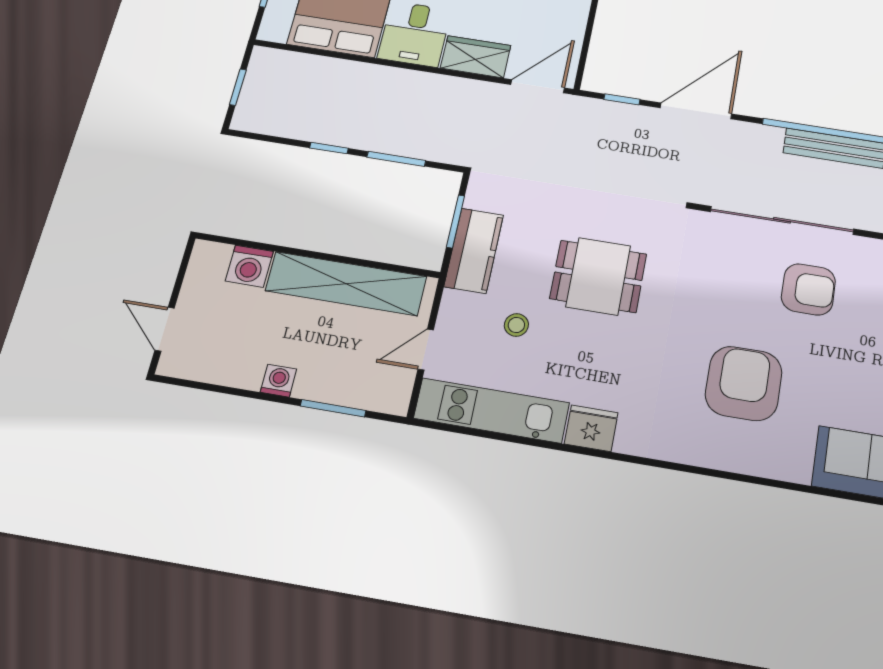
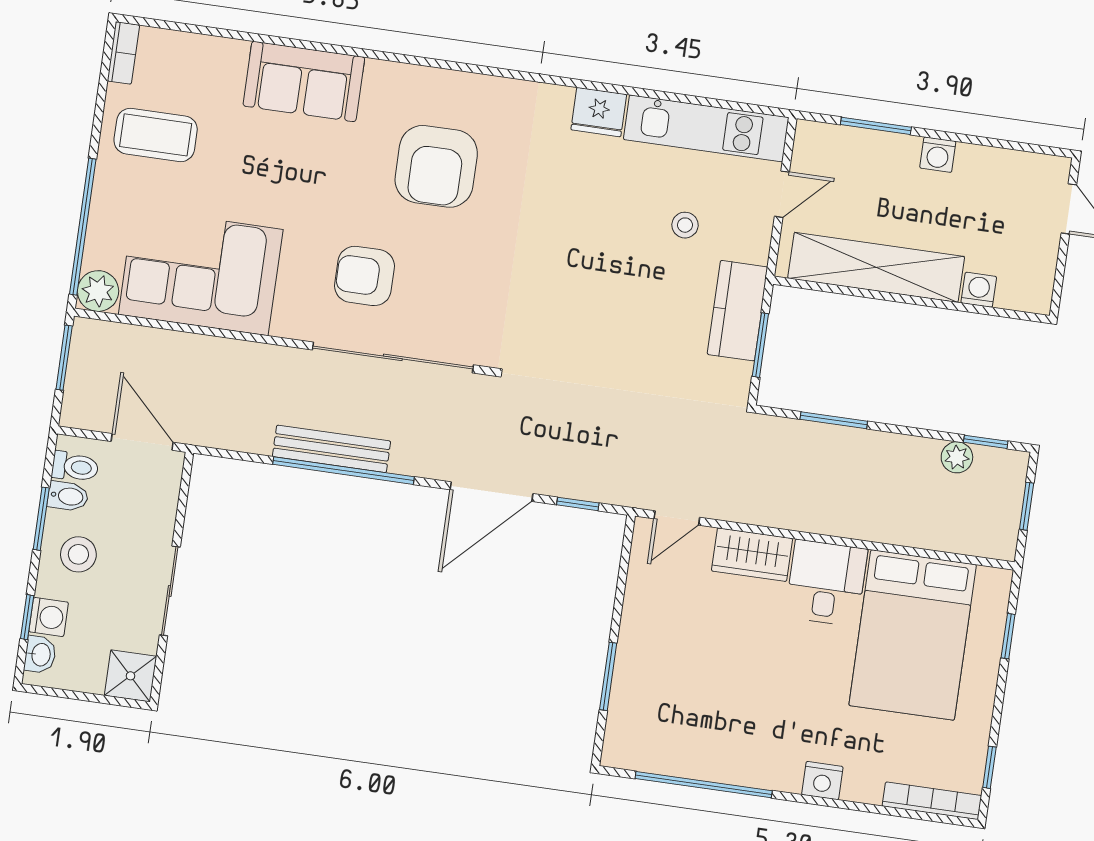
door: (538, 86) -> (677, 518), width x0.73
plant: (293, 127) -> (957, 457), added
window: (329, 148) -> (986, 442), moved
washing machine: (249, 266) -> (979, 290), width x0.73, depth x0.73
dining table: (598, 276) -> (597, 284), removed

